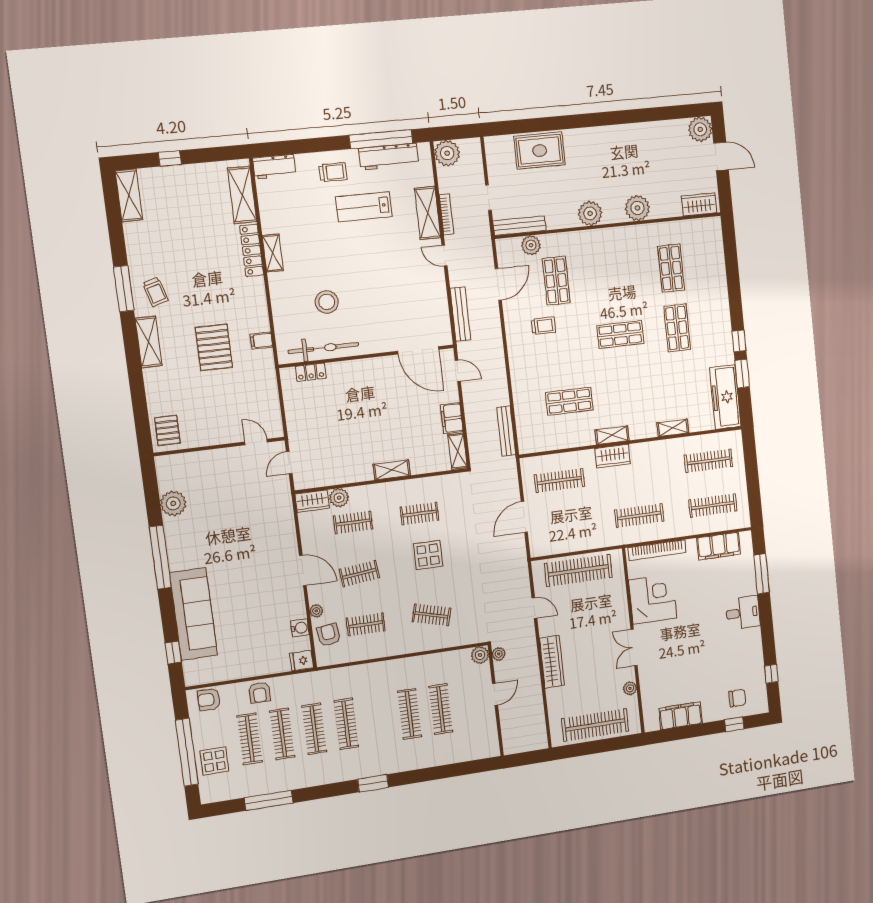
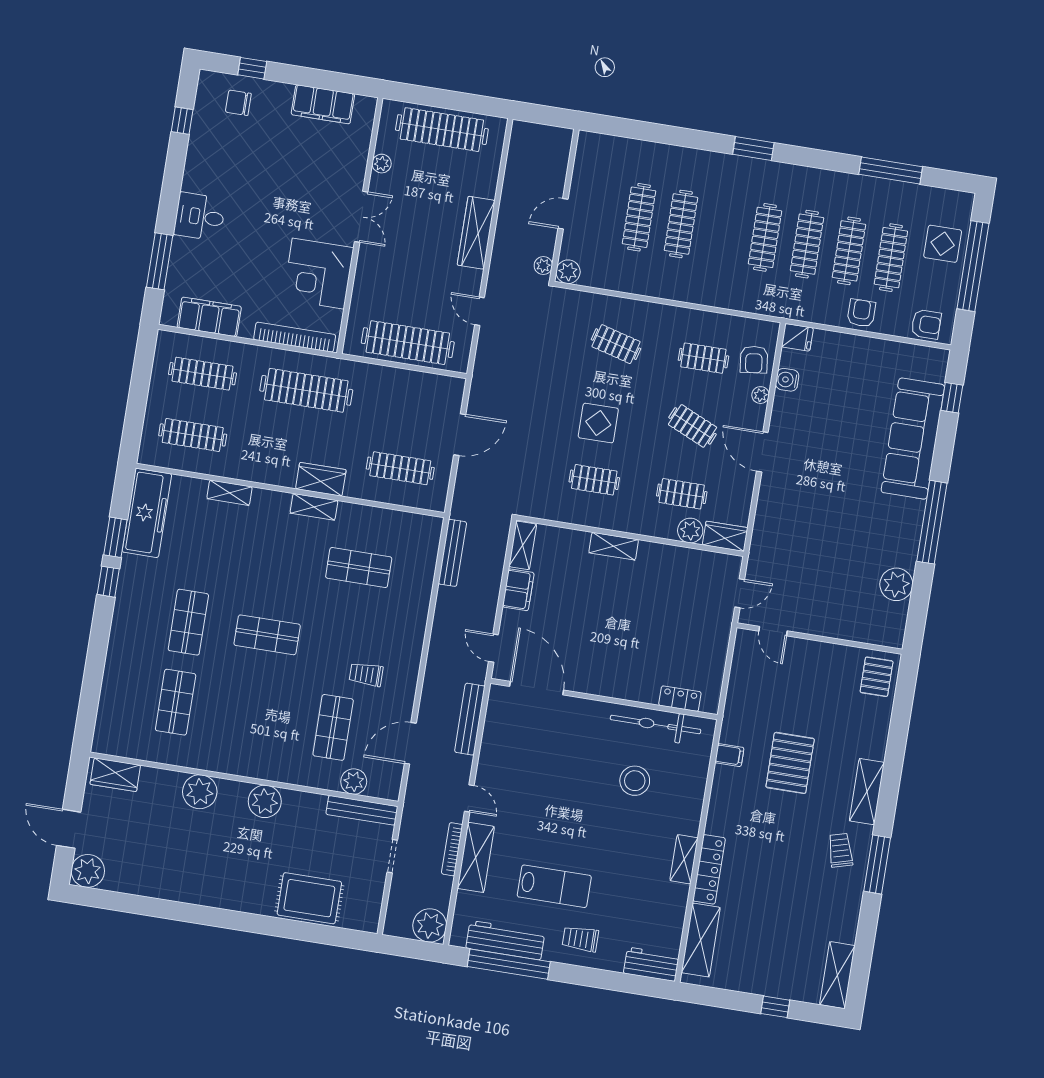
clothes rail: (639, 516) -> (306, 390), width x1.37, depth x1.31
clothes rail: (359, 574) -> (693, 426), turned 30

